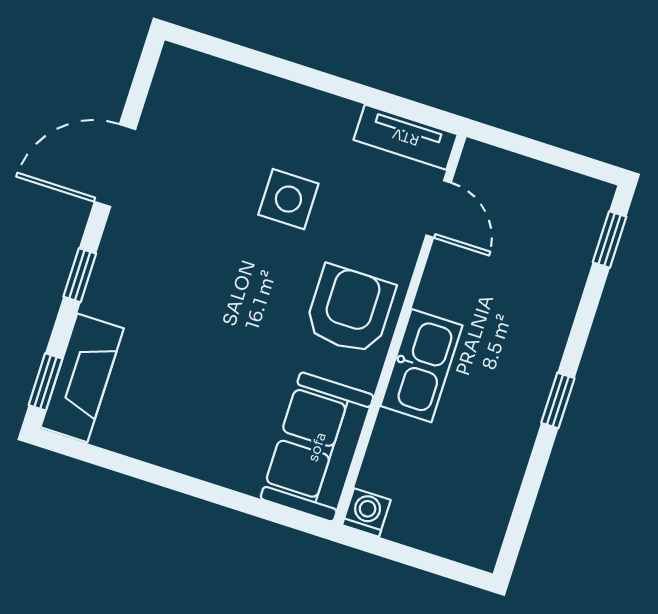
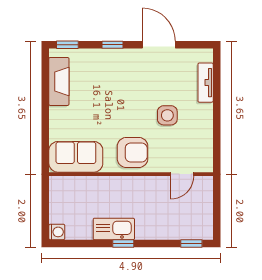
tv unit: (406, 137) -> (206, 83), moved
kitchen sink: (421, 366) -> (114, 229), moved, turned 180
fireplace: (82, 378) -> (59, 81), moved, turned -90
washing machine: (366, 512) -> (57, 232), moved

